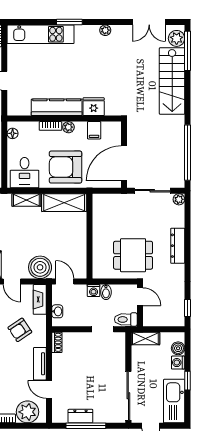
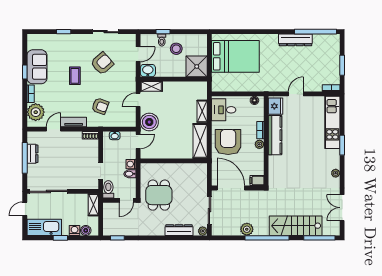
plant: (177, 38) -> (247, 229), moved
fridge: (94, 107) -> (275, 106), moved
filing cabinet: (94, 130) -> (257, 181), moved
window: (188, 153) -> (267, 238), moved
dresser: (178, 246) -> (179, 230), moved
fireplace: (40, 299) -> (124, 122), removed
armchair: (20, 330) -> (100, 106), turned 144

